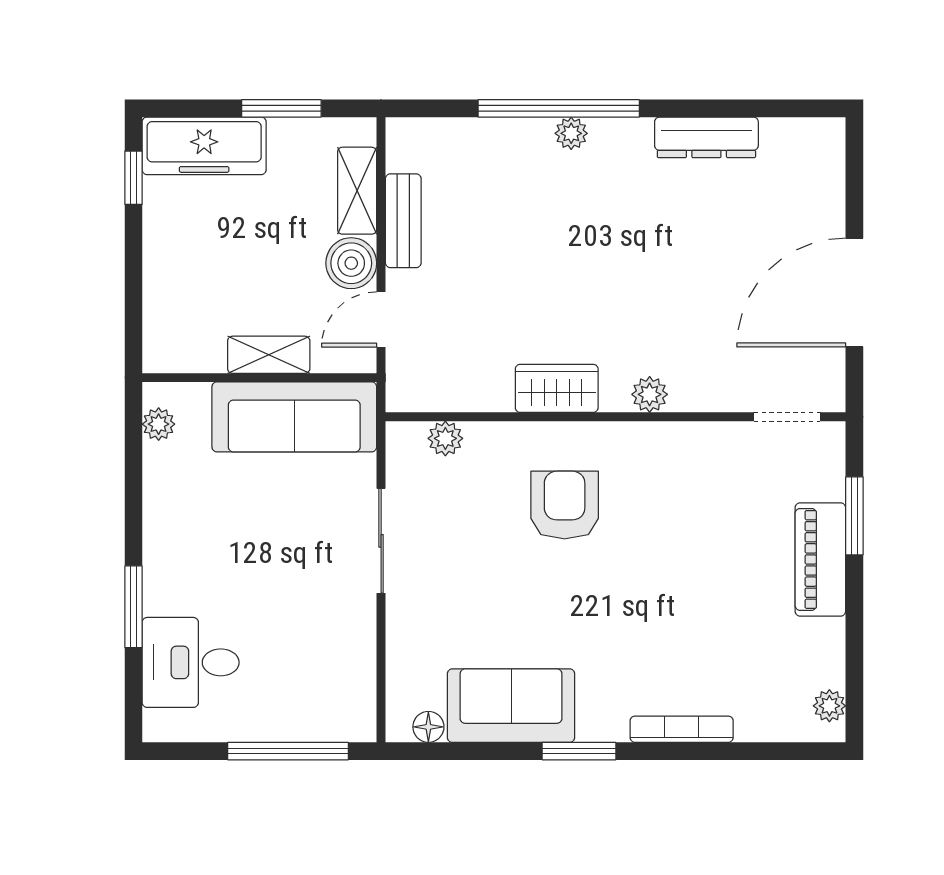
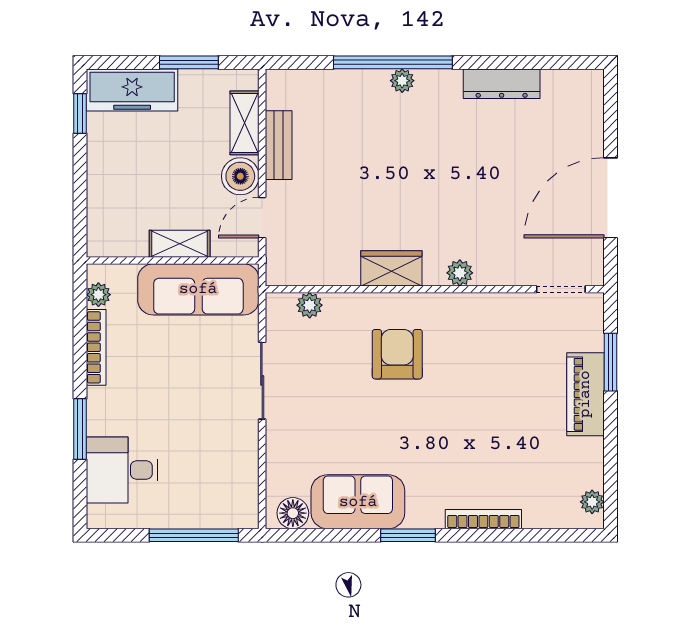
bookcase: (155, 496) -> (96, 347), added
floor lamp: (428, 727) -> (293, 513), width x1.37, depth x1.37

